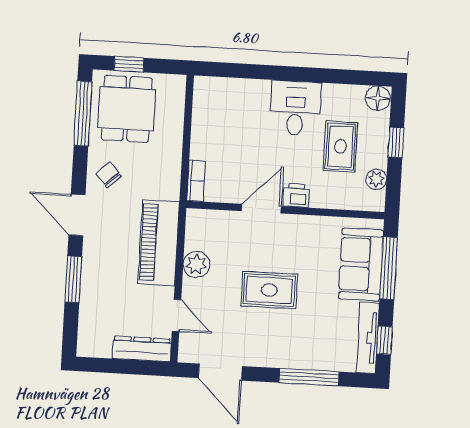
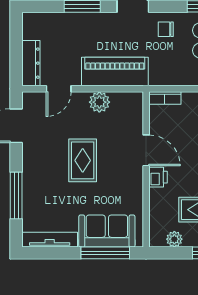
chair: (109, 175) -> (166, 29), turned -137
window: (384, 340) -> (49, 253), removed

